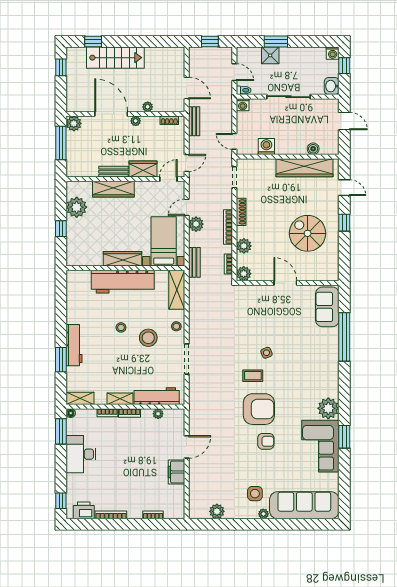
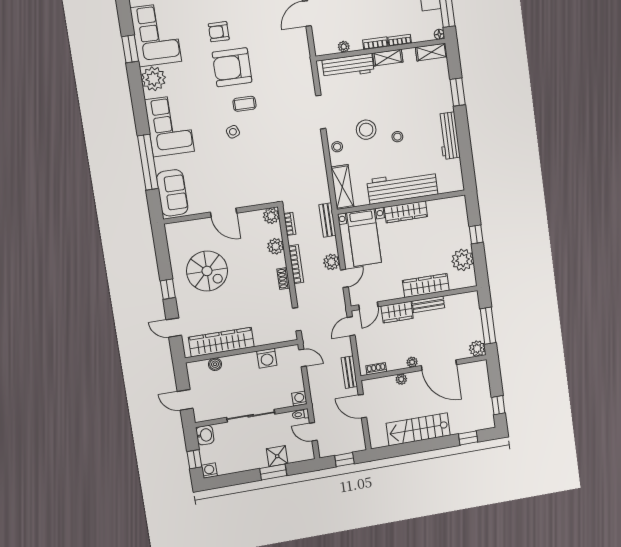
stairs: (115, 58) -> (418, 429), moved
shoe rack: (241, 212) -> (283, 278), width x0.70
workbench: (74, 345) -> (449, 136), moved
corner sofa: (321, 366) -> (169, 126), added

